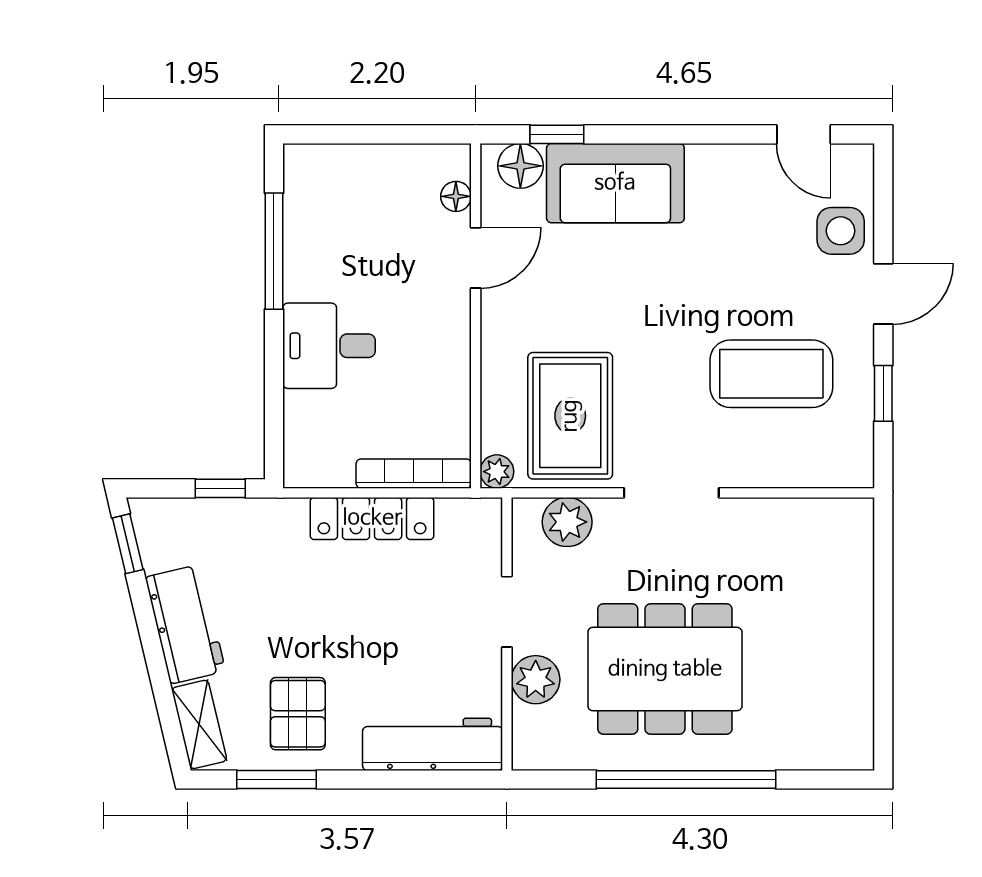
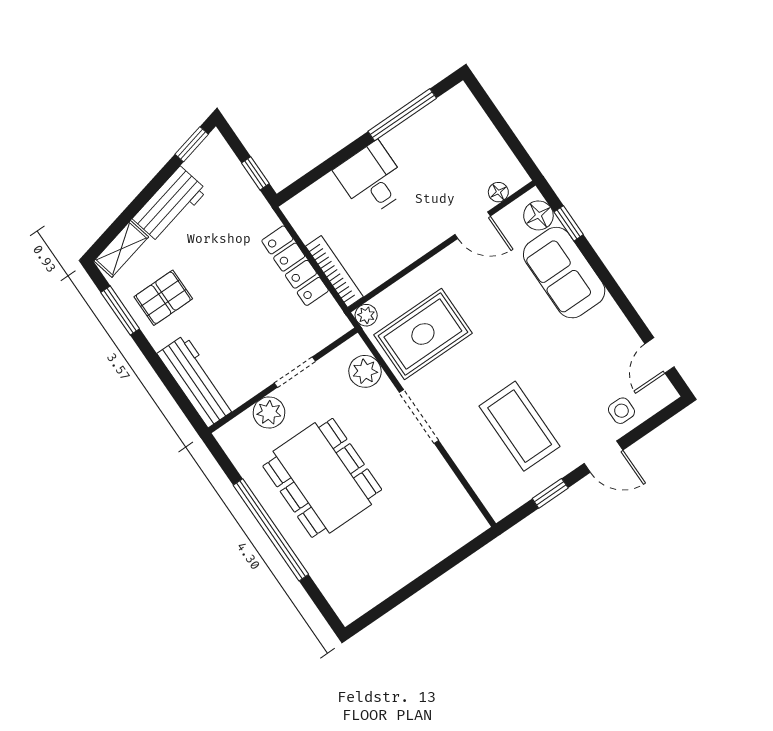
side table: (841, 231) -> (621, 411), width x0.73, depth x0.73

